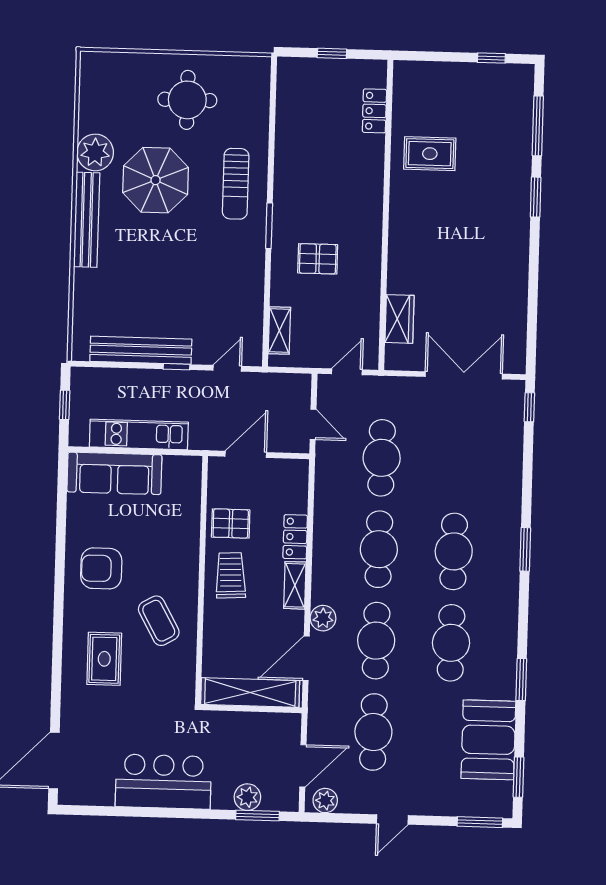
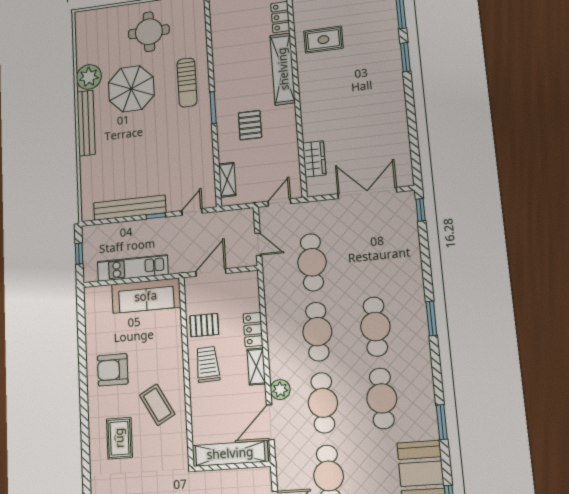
shelving: (370, 186) -> (283, 69), added
pallet: (318, 259) -> (250, 125), turned 90
sofa: (114, 473) -> (146, 296), moved

